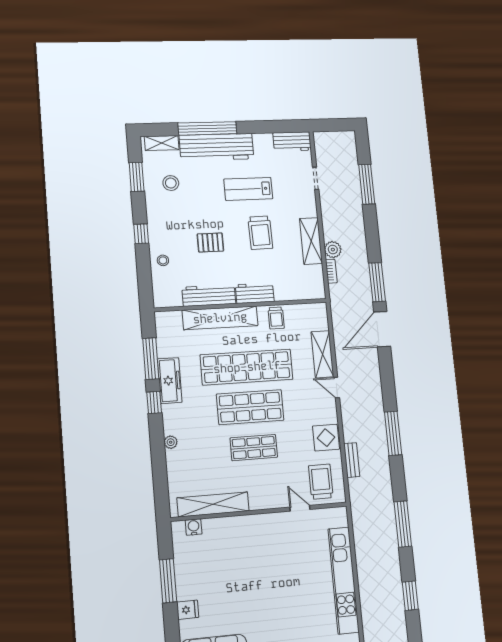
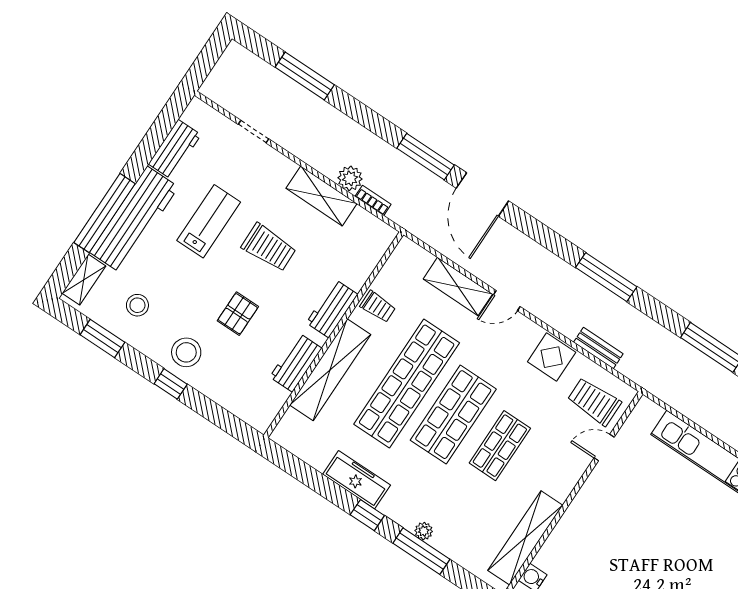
workbench: (292, 141) -> (175, 149), moved
lab bench: (248, 189) -> (209, 221), turned 180
stool: (163, 260) -> (186, 352), moved, width x1.89, depth x1.89
workbench: (209, 295) -> (296, 363), width x0.73
window: (151, 359) -> (421, 551), moved

